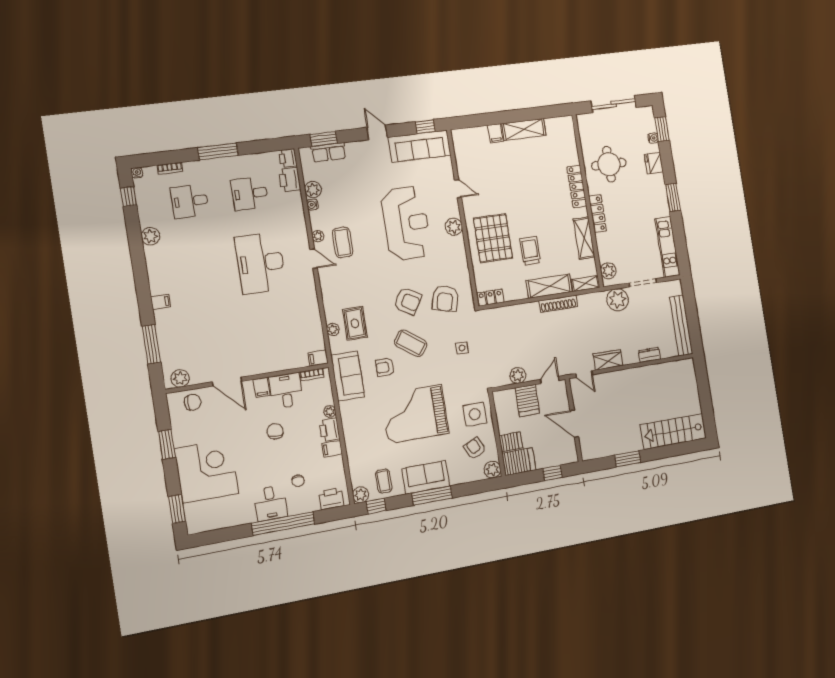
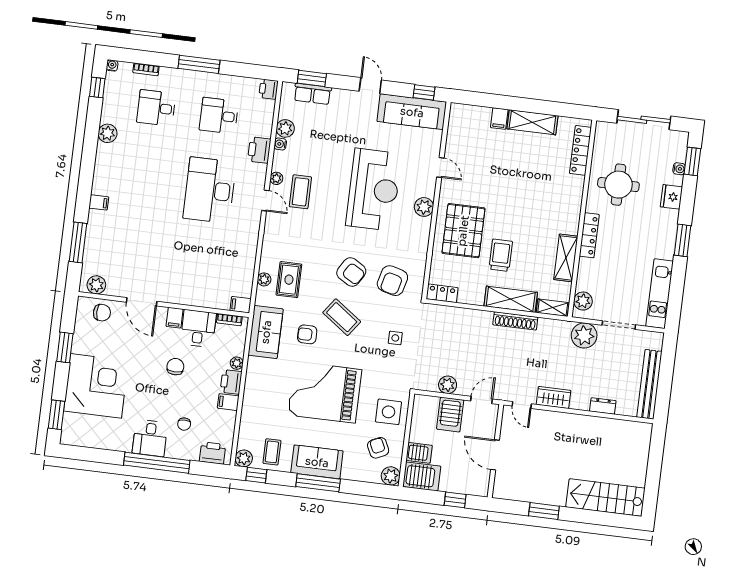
printer: (290, 180) -> (259, 150), moved
locker: (577, 186) -> (580, 150), moved

